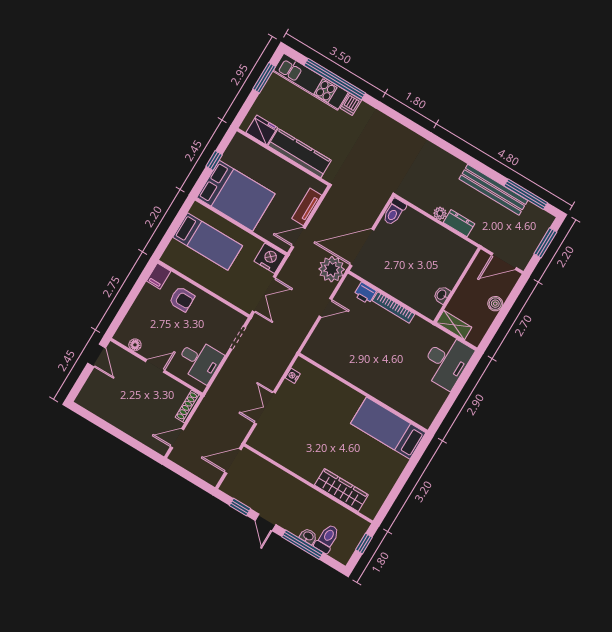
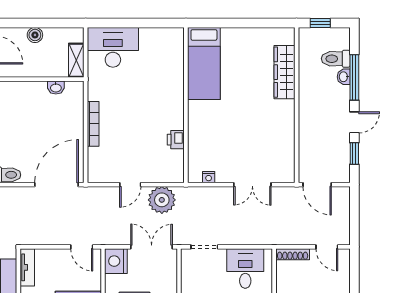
tv unit: (307, 207) -> (27, 267), moved, turned -90
door: (362, 247) -> (57, 185), swing flipped
plant: (332, 269) -> (162, 200), moved
printer: (365, 293) -> (176, 140), moved, turned 180
door: (325, 308) -> (130, 185), swing flipped

